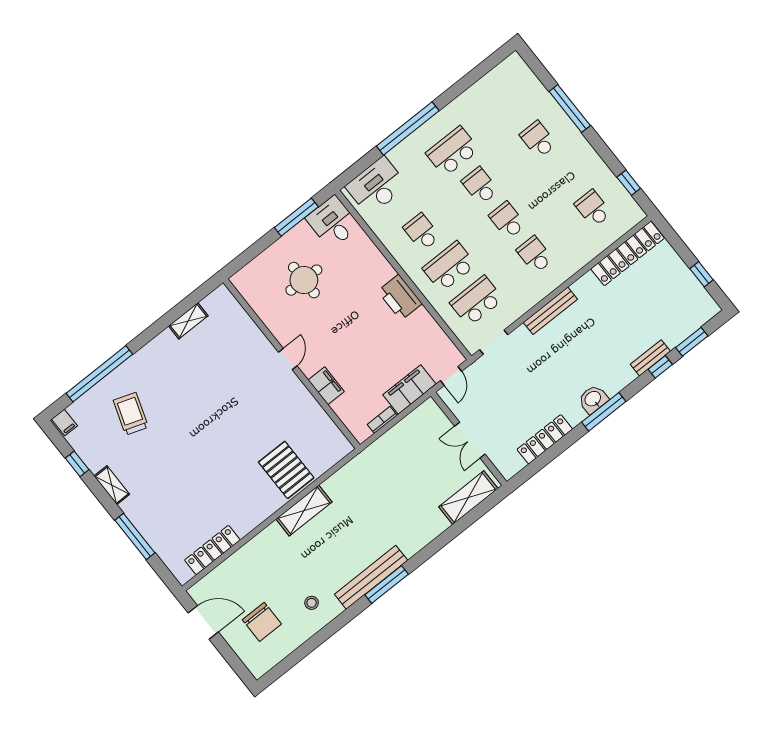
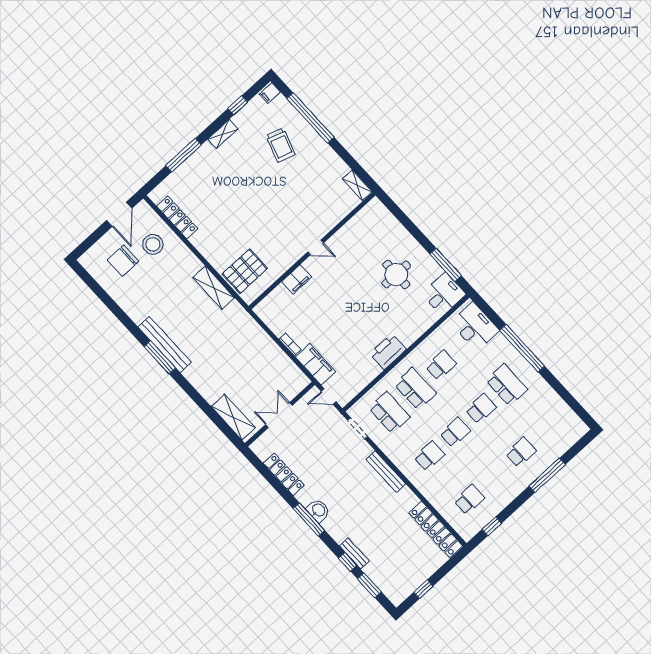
door: (288, 359) -> (316, 248), moved
wall: (292, 364) -> (312, 251), moved
filing cabinet: (326, 386) -> (297, 279), moved
trolley: (131, 414) -> (280, 145), turned 89
stool: (312, 603) -> (153, 244), moved, width x1.89, depth x1.89

